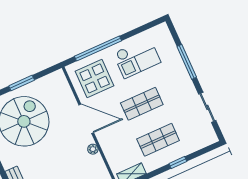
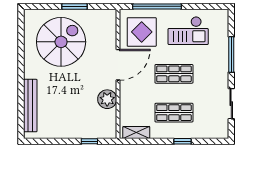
door: (86, 119) -> (118, 65), hinge flipped
plant: (93, 149) -> (107, 99), width x1.87, depth x1.87

